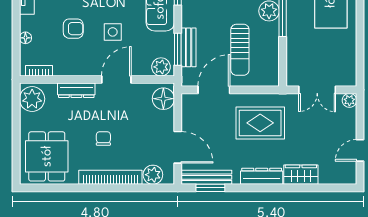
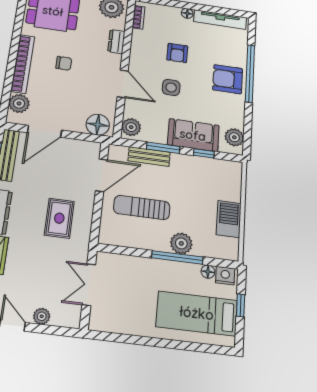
floor lamp: (25, 38) -> (187, 13), moved
window: (178, 49) -> (163, 148), moved
dresser: (76, 90) -> (116, 42), width x0.70
door: (214, 90) -> (101, 175), hinge flipped
plant: (349, 100) -> (42, 316), moved
rug: (260, 123) -> (59, 218), width x0.73, depth x0.70

